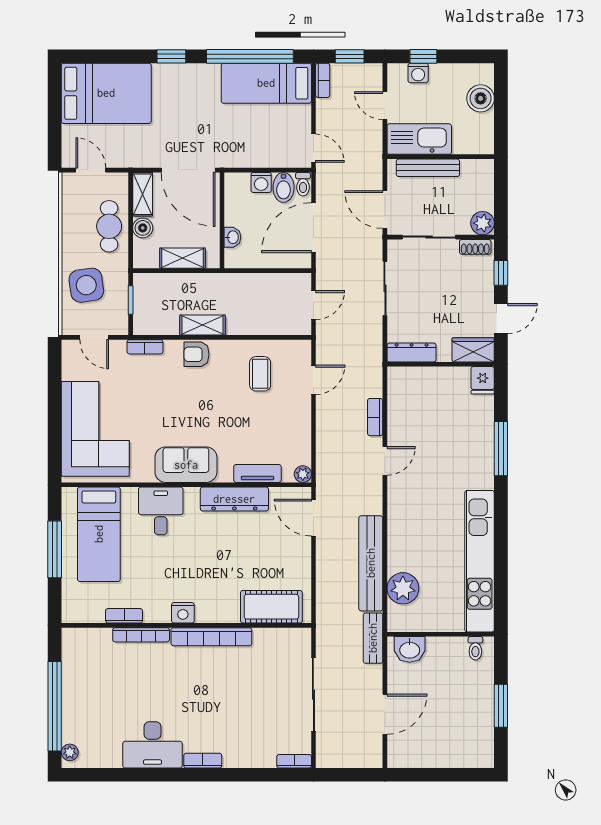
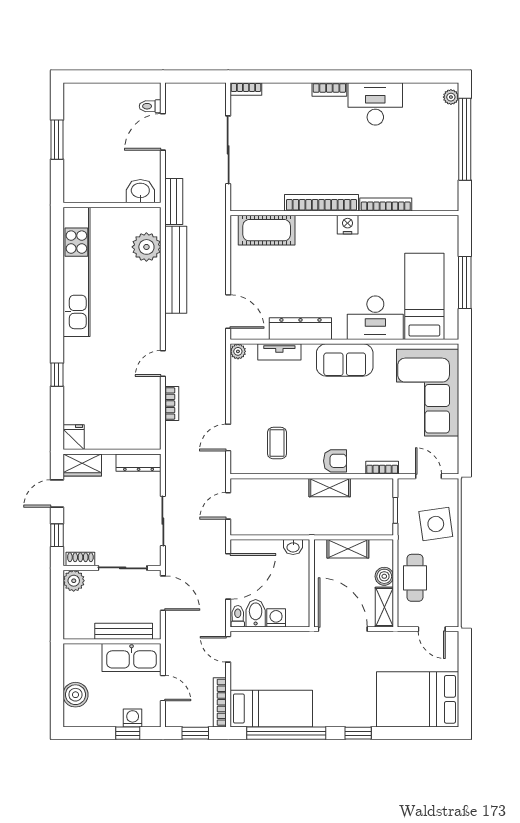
bookcase: (323, 80) -> (220, 702), width x1.56
washbasin: (232, 237) -> (293, 547), moved, turned -90
window: (501, 449) -> (57, 375), width x0.46
desk: (161, 511) -> (375, 318), width x1.37
bookcase: (124, 616) -> (401, 222), removed
toilet: (475, 648) -> (150, 106), moved, turned -90

